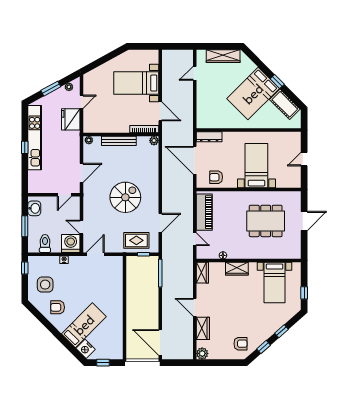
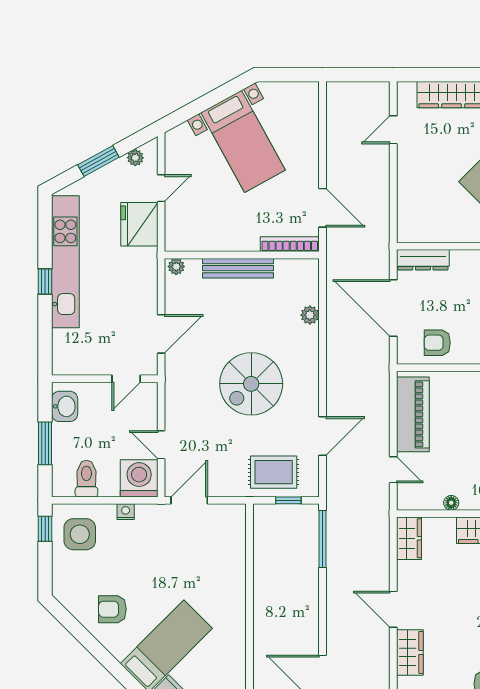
bed with nightstands: (136, 83) -> (243, 141), moved, turned -119
plant: (154, 141) -> (310, 315), moved
spiral stairs: (125, 197) -> (251, 384), turned 180
side table: (45, 285) -> (80, 534), moved

